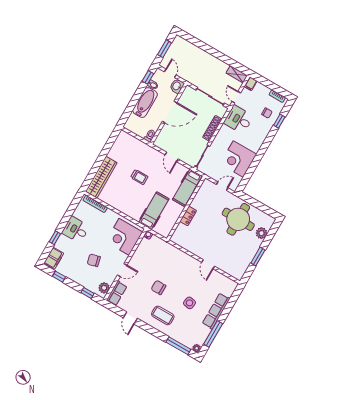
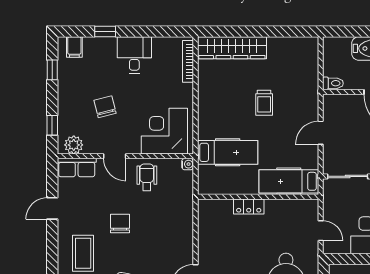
filing cabinet: (54, 258) -> (74, 47), width x0.50
wheelchair: (143, 260) -> (147, 177), added

